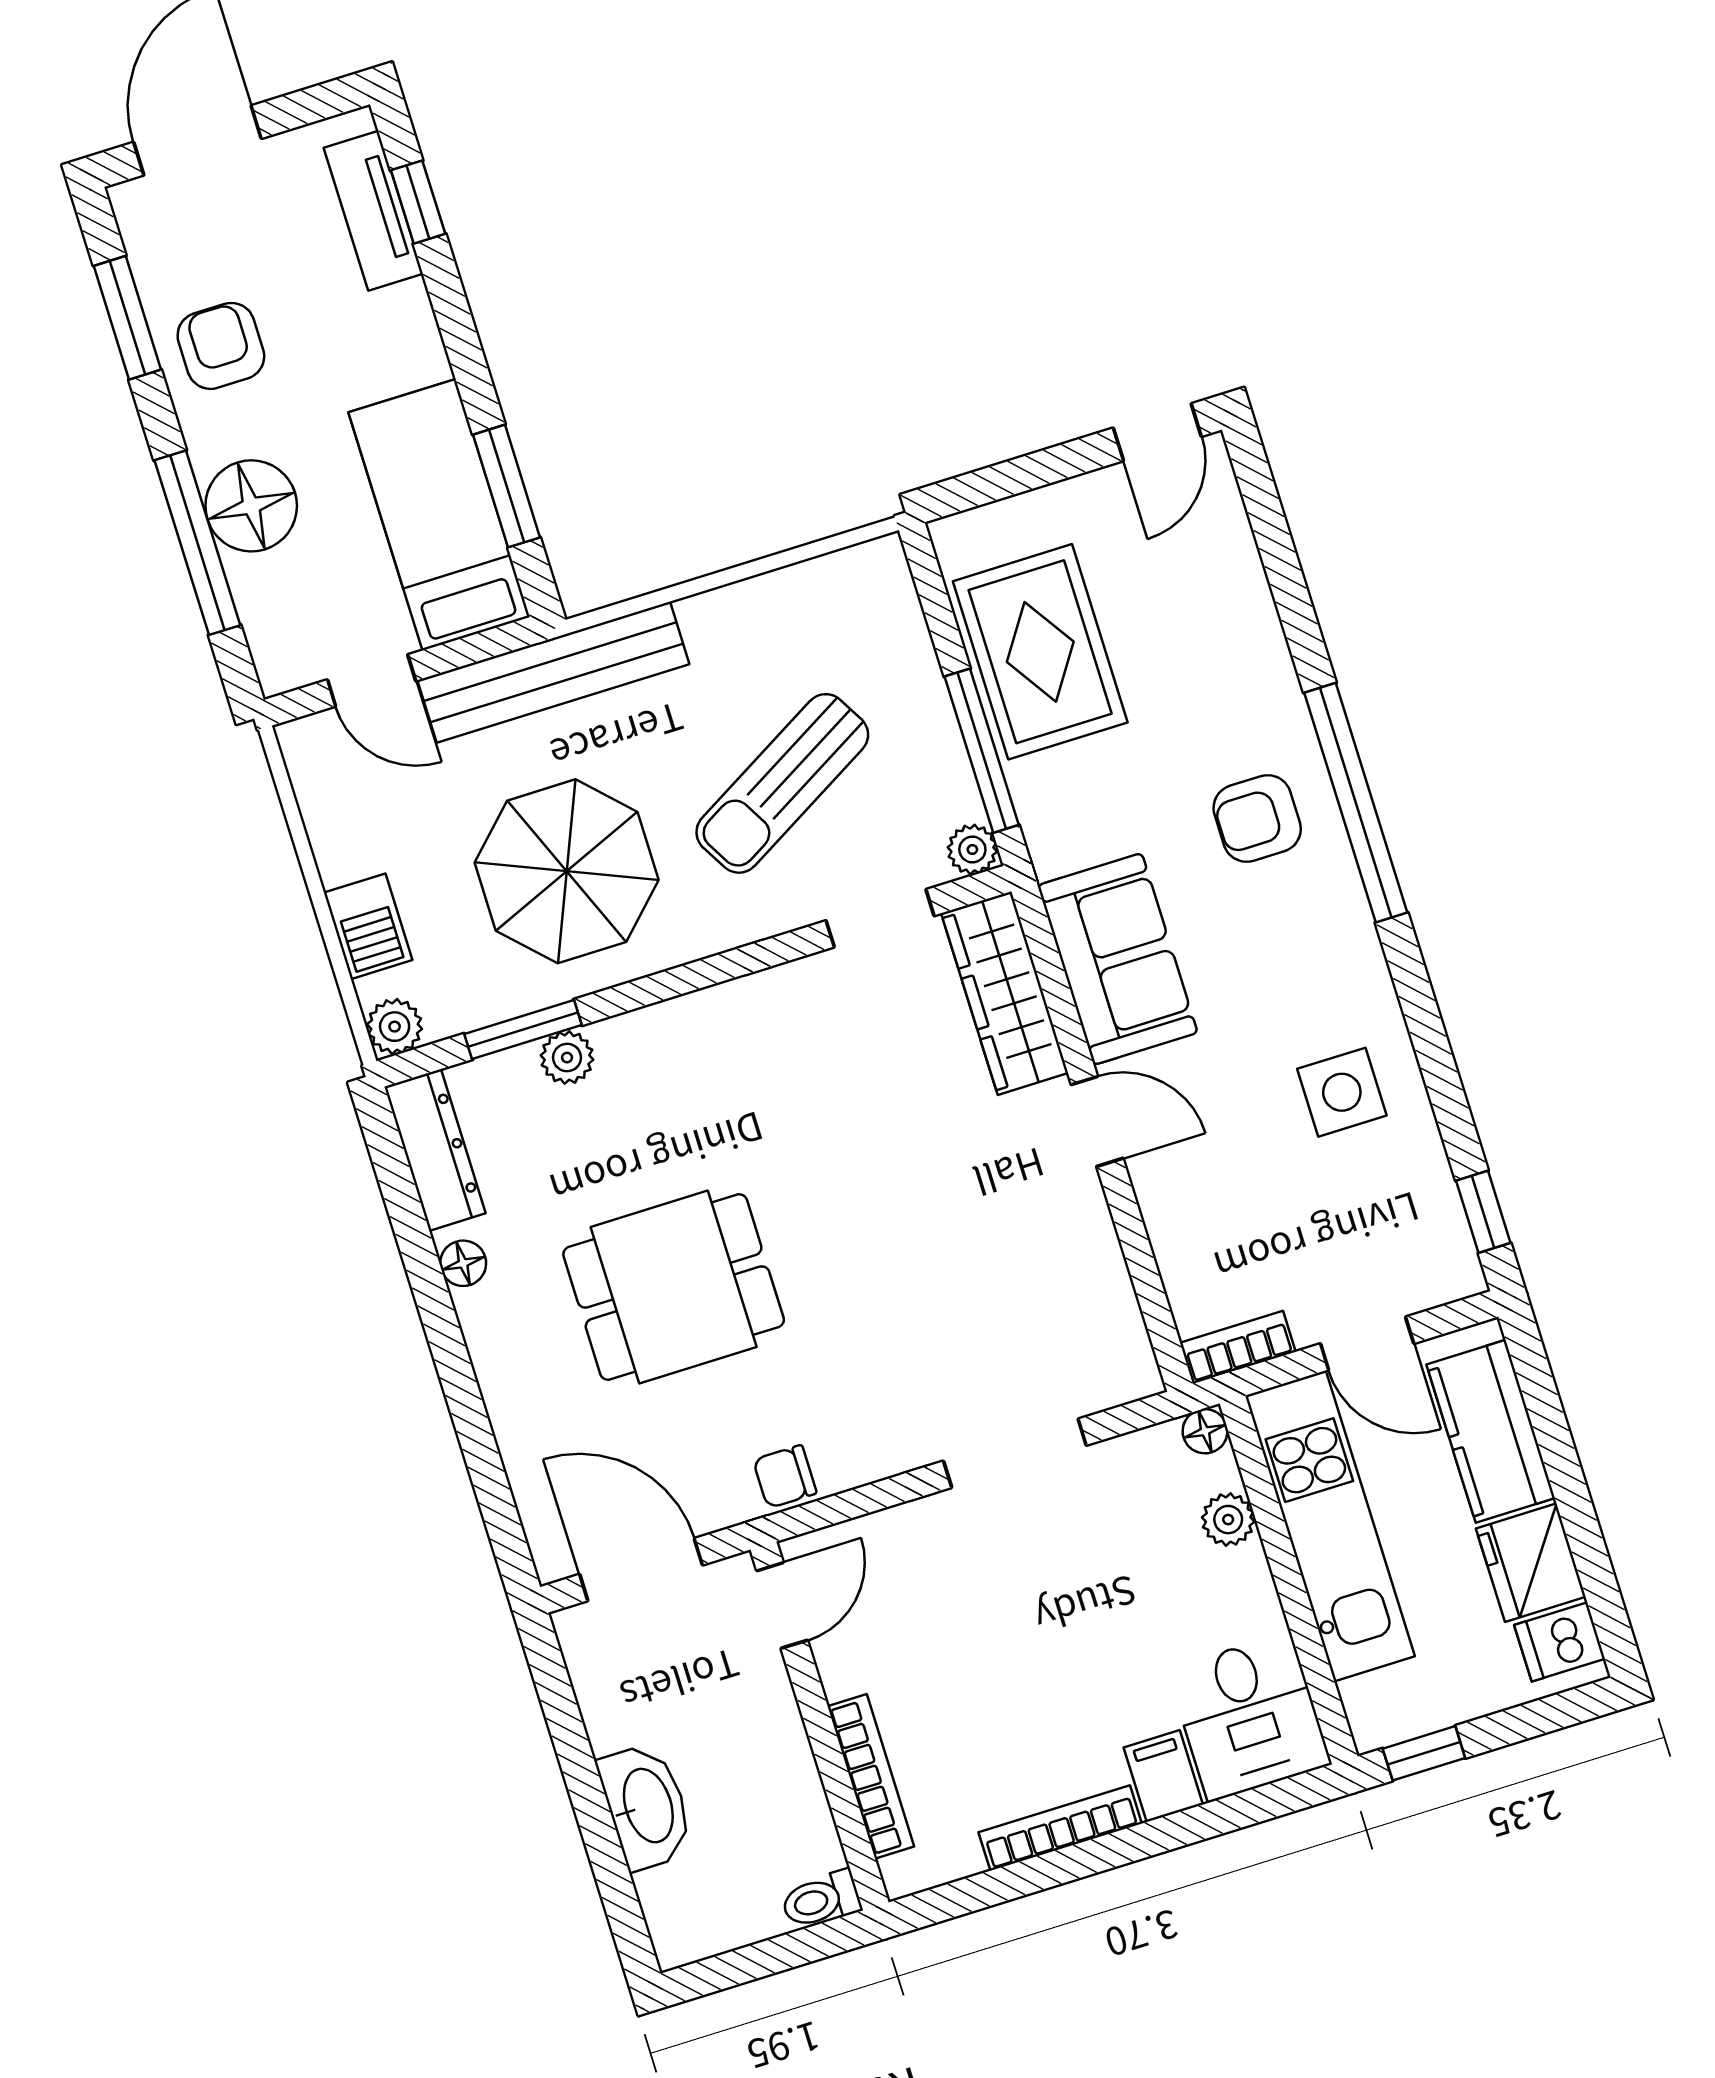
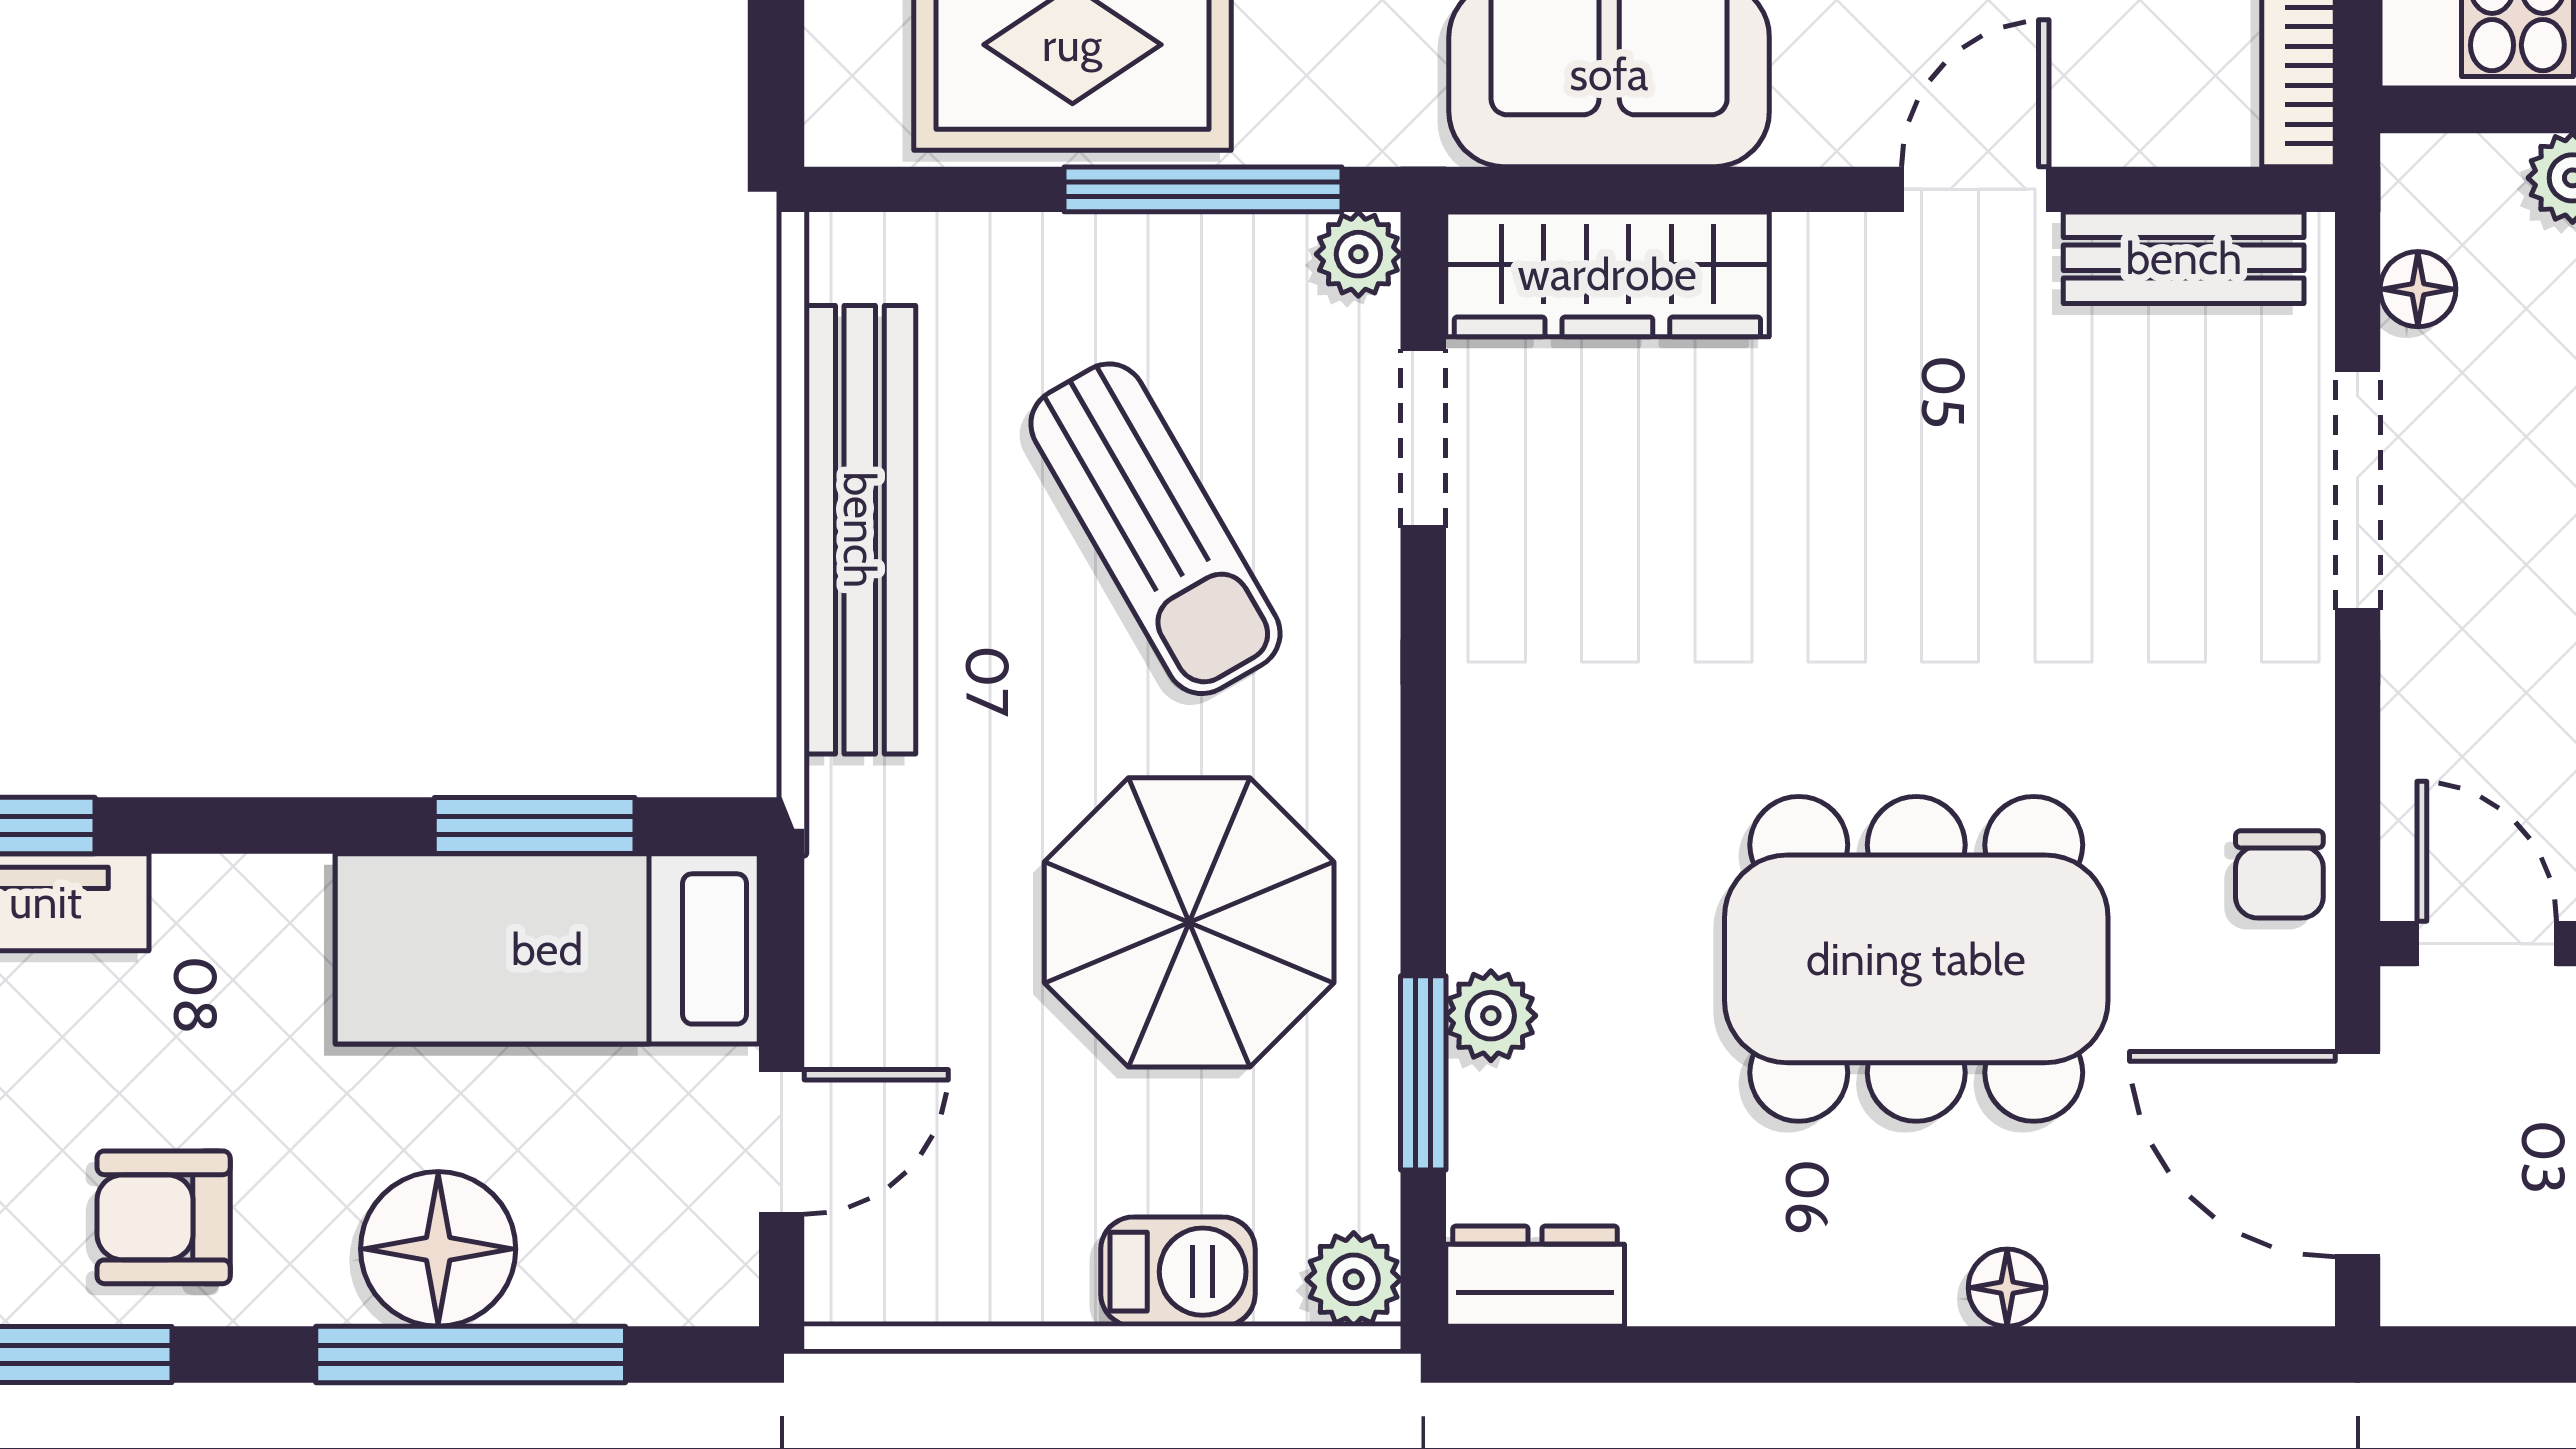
bench: (553, 672) -> (860, 530), moved
door: (1097, 1121) -> (1975, 189), moved
dresser: (435, 1150) -> (1535, 1276), width x0.70
floor lamp: (463, 1263) -> (2007, 1288), moved
dining table: (674, 1287) -> (1916, 959), width x1.38
bench: (1115, 1315) -> (2184, 258), added
floor lamp: (1205, 1431) -> (2418, 289), moved
door: (641, 1570) -> (2358, 1154), hinge flipped

